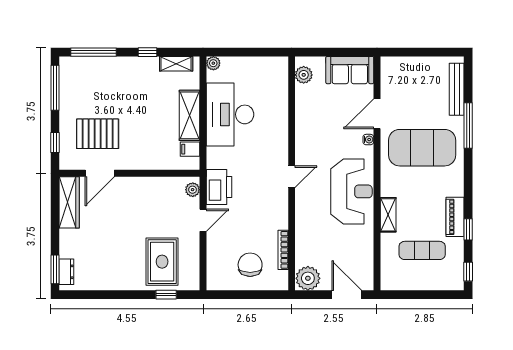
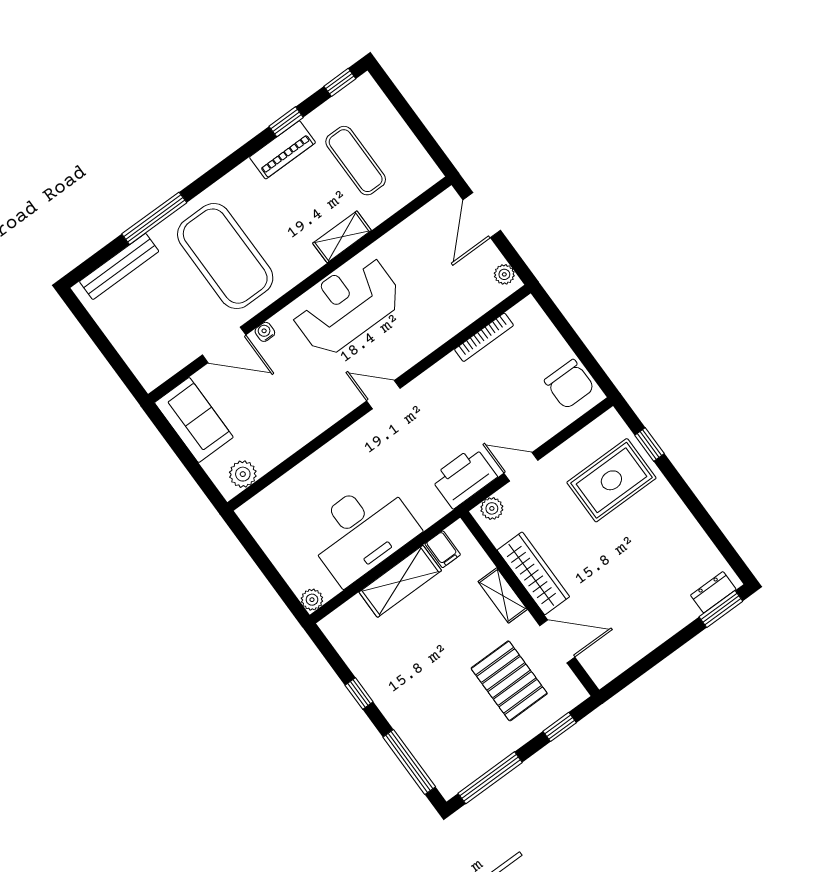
shelving: (176, 64) -> (503, 595), moved
wardrobe: (69, 202) -> (533, 573), moved, turned 90
chair: (250, 265) -> (569, 384), moved, turned -90
plant: (308, 278) -> (504, 274), width x0.53, depth x0.53

